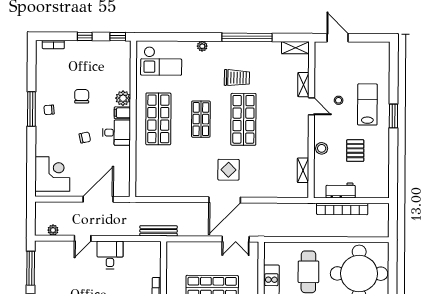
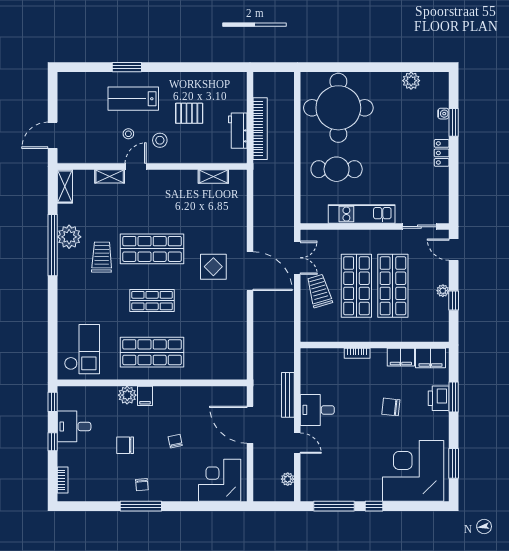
plant: (202, 46) -> (69, 237), moved, width x1.88, depth x1.88
window: (393, 116) -> (127, 67), moved
desk: (117, 133) -> (74, 426), moved, turned -90
stool: (322, 148) -> (160, 140), moved
bench: (159, 231) -> (288, 395), moved
trolley: (208, 257) -> (319, 291), added

